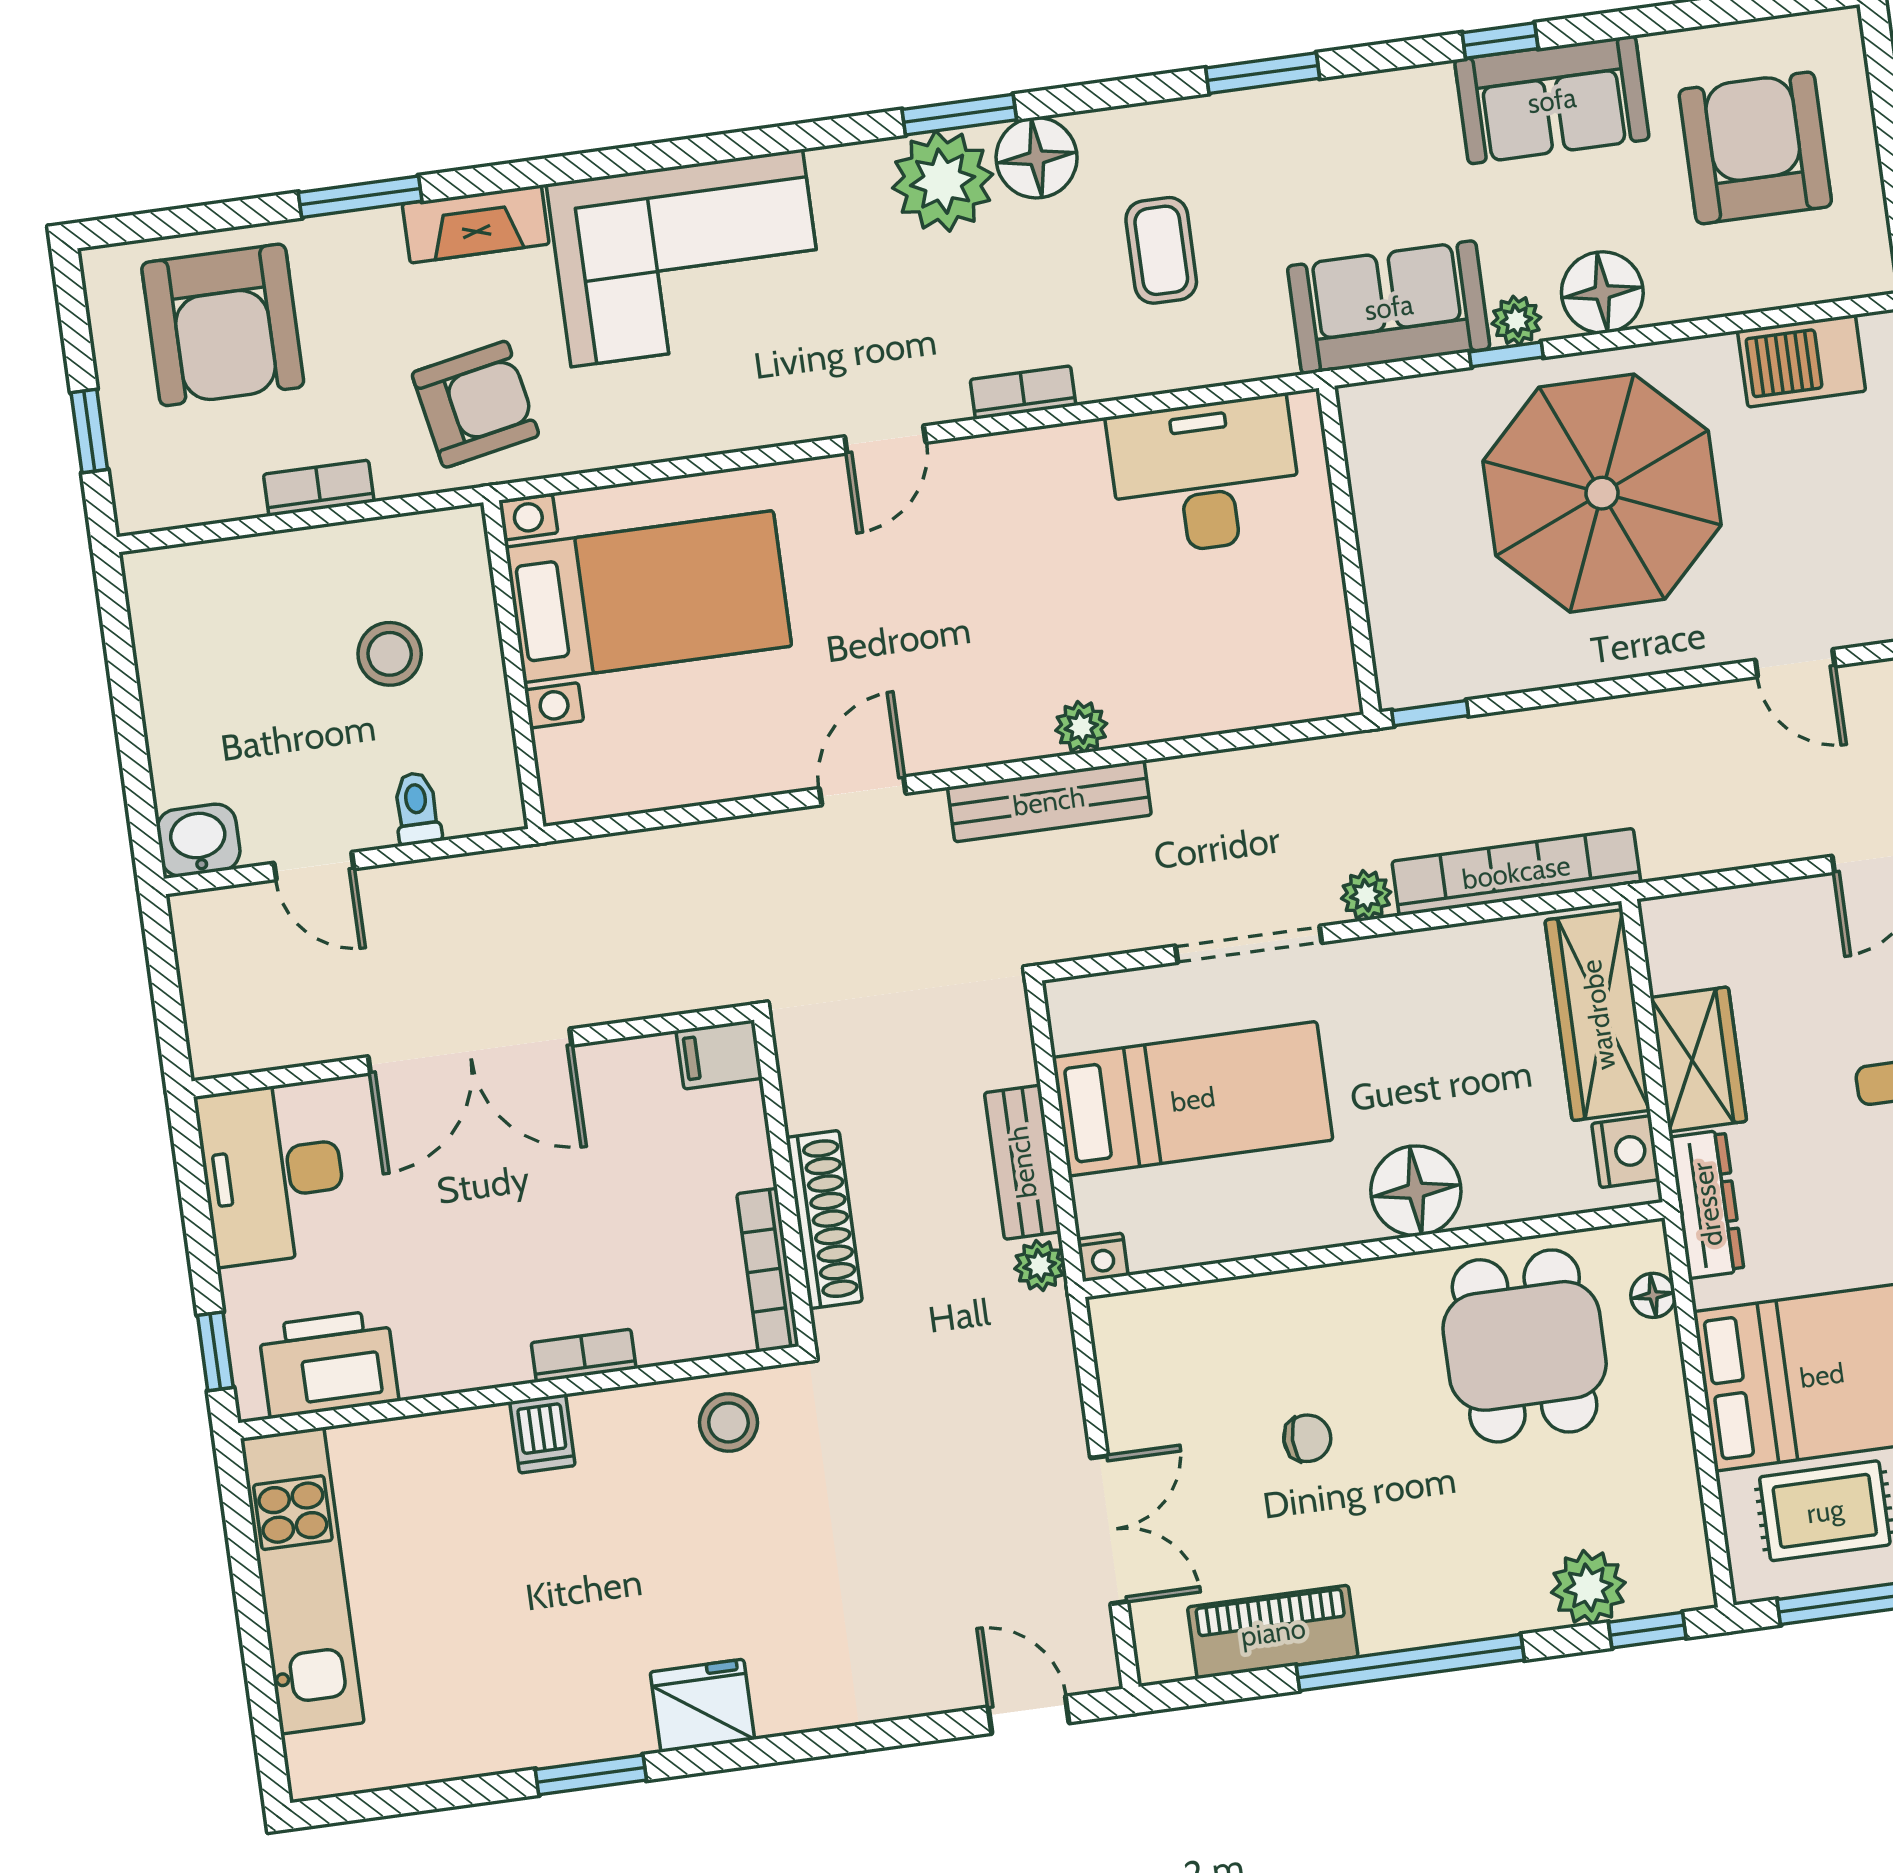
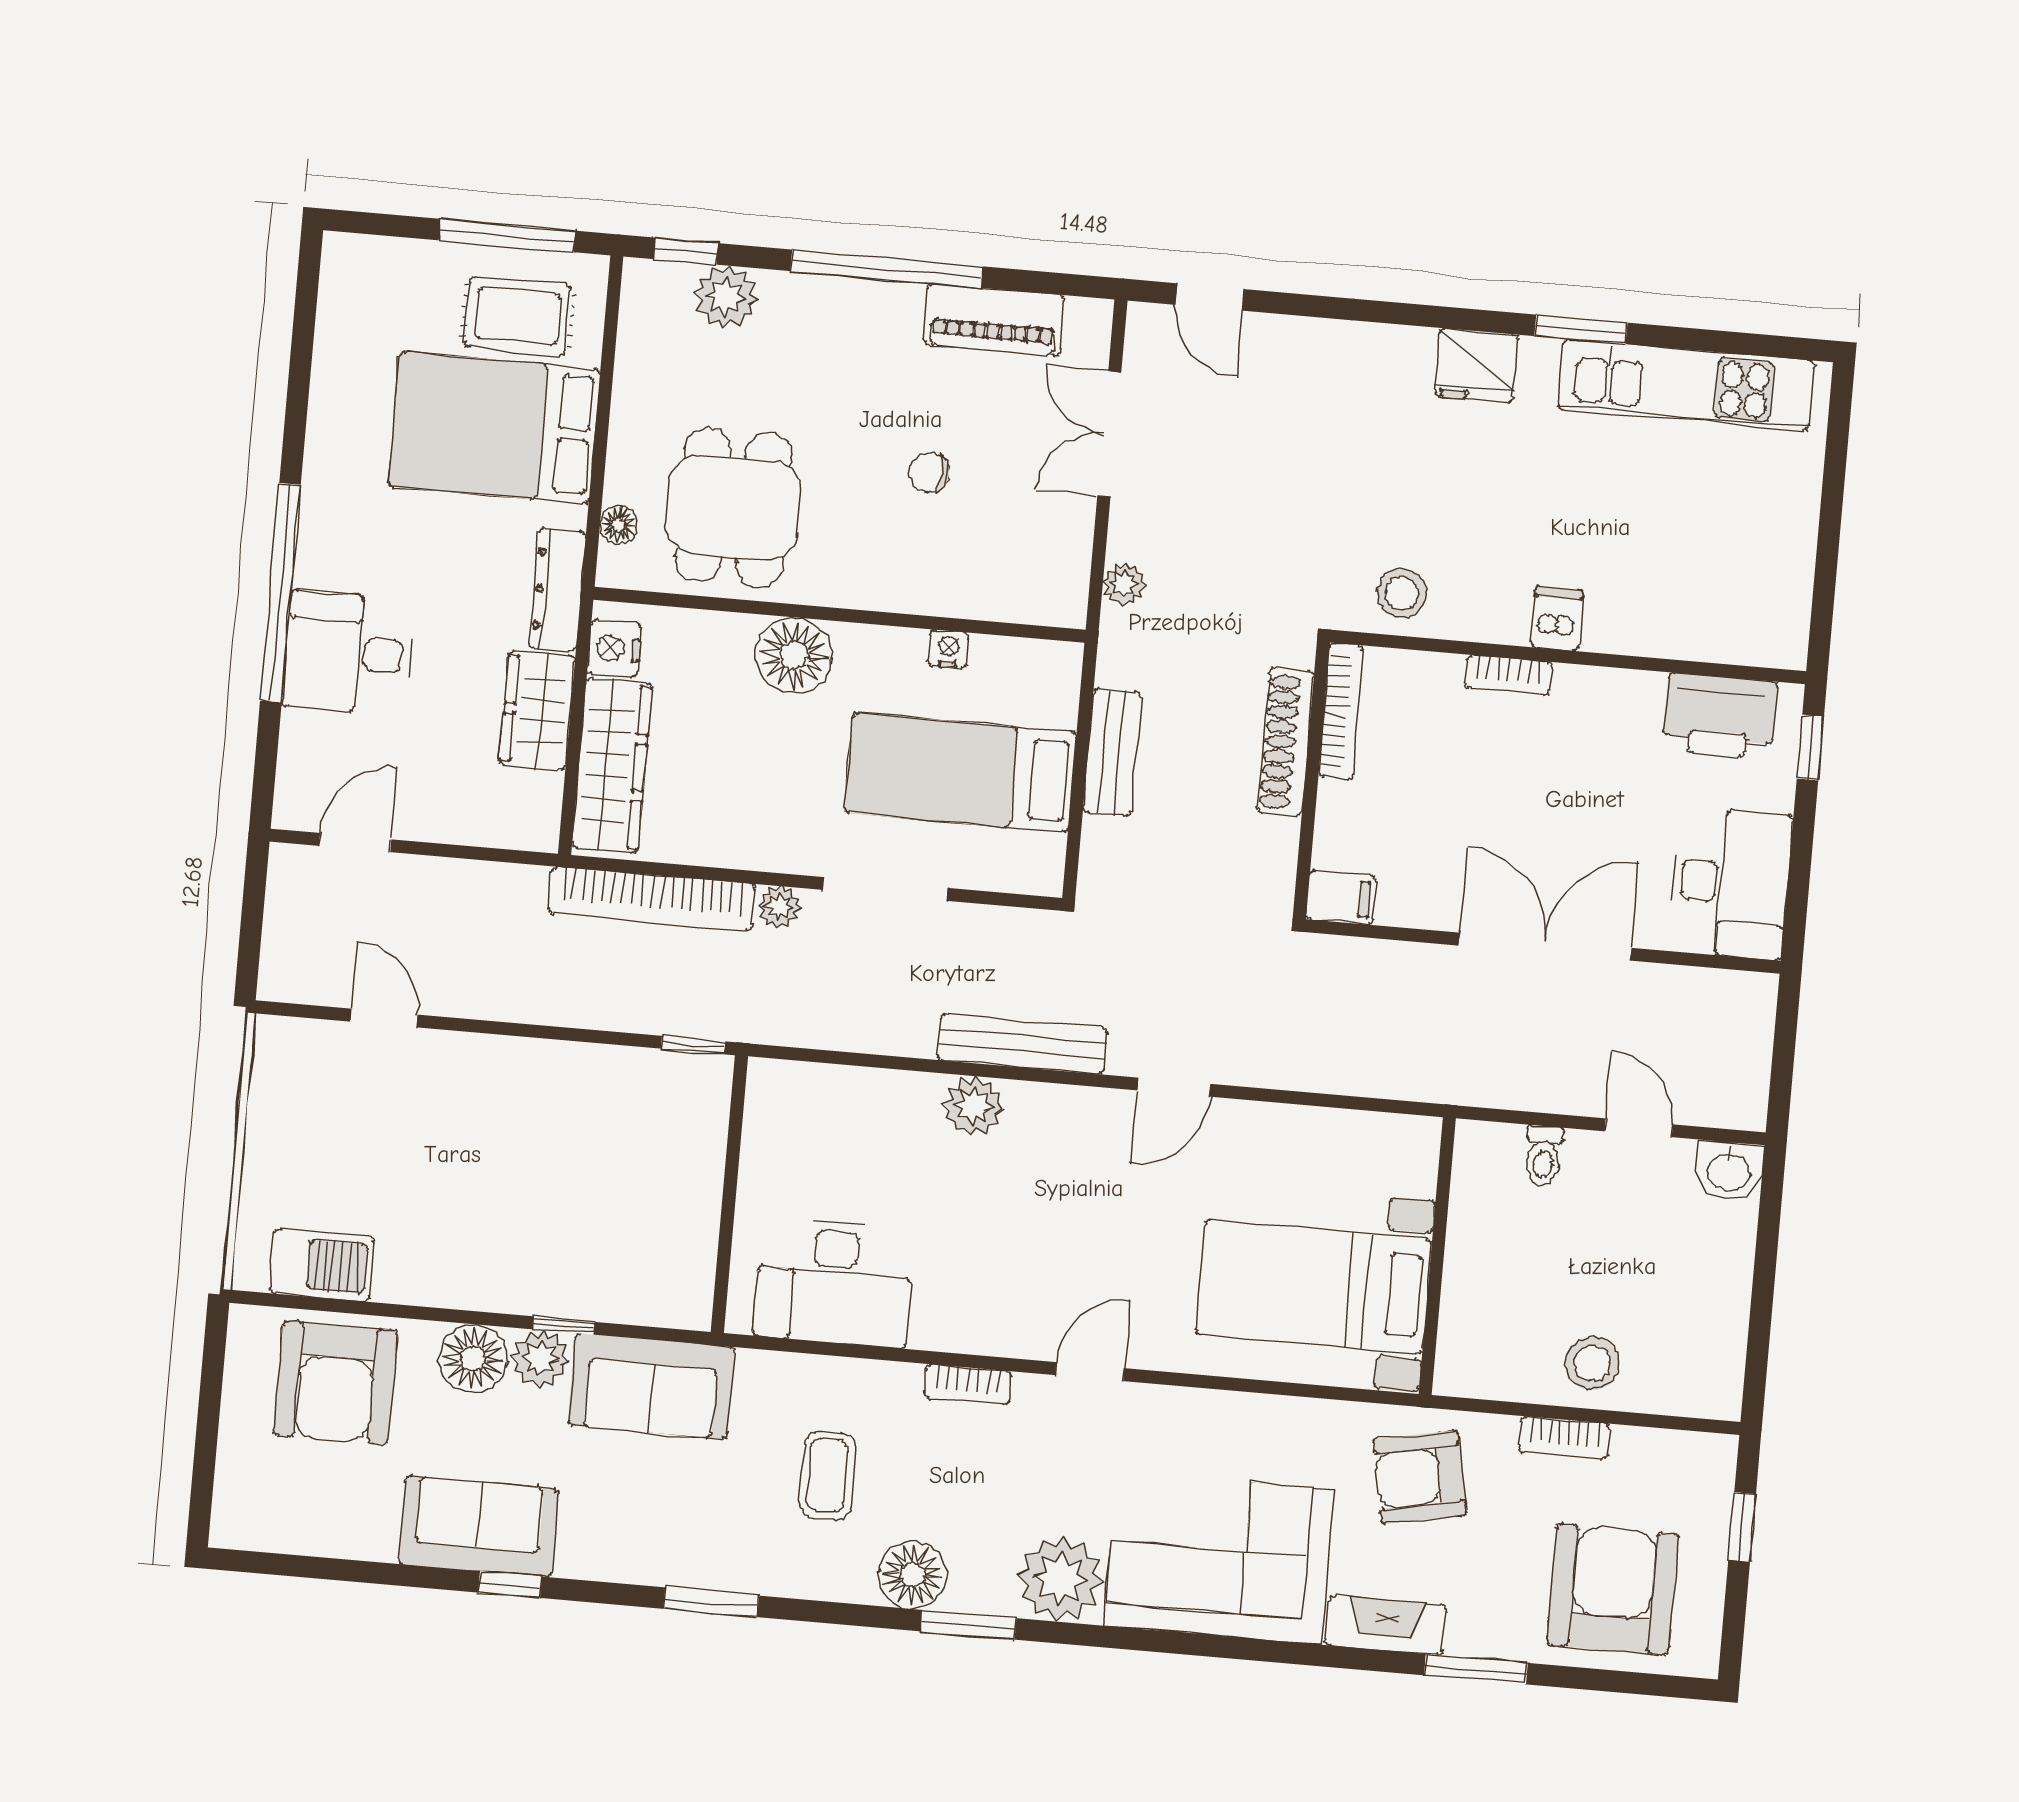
armchair: (1755, 148) -> (336, 1383), moved
plant: (943, 181) -> (1060, 1579), moved
plant: (1516, 320) -> (540, 1359), width x1.38, depth x1.38
parasol: (1602, 493) -> (511, 1194), removed
stool: (390, 654) -> (1592, 1363), moved
plant: (1081, 727) -> (973, 1106), width x1.38, depth x1.38
nightstand: (1103, 1257) -> (948, 649), moved
plant: (1040, 1265) -> (1124, 584), moved
kitchen unit: (302, 1581) -> (1686, 385), moved, turned -90

